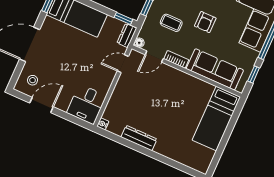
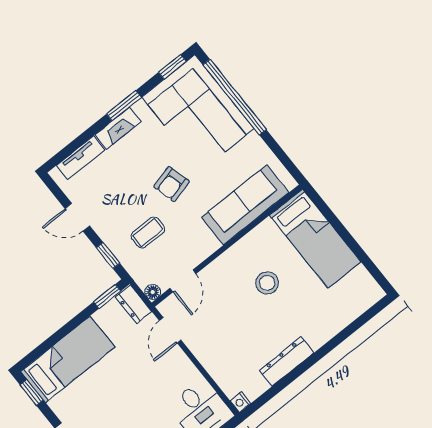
armchair: (205, 22) -> (172, 184), turned 75
bookcase: (176, 59) -> (203, 252), removed
window: (254, 75) -> (280, 154), removed
stool: (177, 104) -> (267, 283), added

